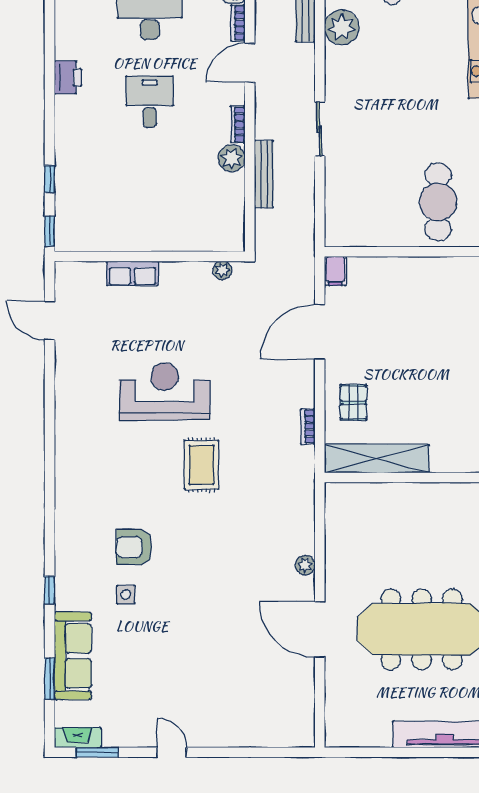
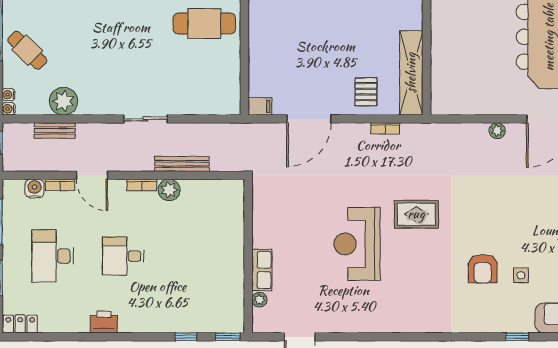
plant: (222, 270) -> (259, 300), moved
door: (320, 332) -> (309, 119), hinge flipped
pallet: (354, 402) -> (366, 92), turned 90

